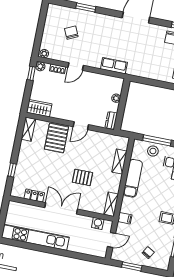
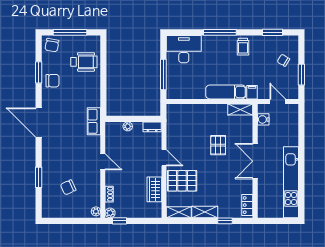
door: (76, 66) -> (103, 162), moved
row of seats: (114, 66) -> (94, 121), moved
wardrobe: (39, 108) -> (154, 189), moved
stool: (153, 151) -> (176, 77), removed
shelving: (119, 162) -> (205, 212), moved
exam couch: (133, 178) -> (226, 92), moved
locker: (34, 196) -> (247, 205), moved

